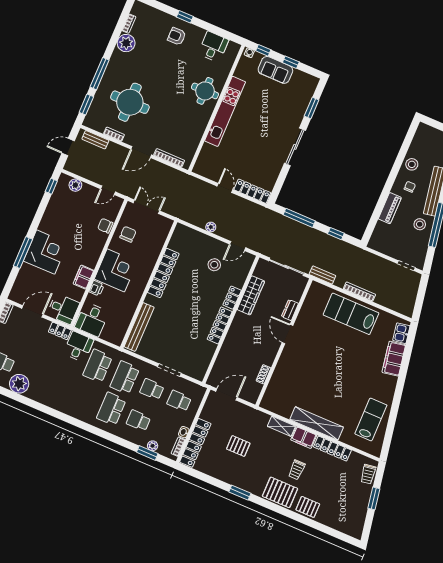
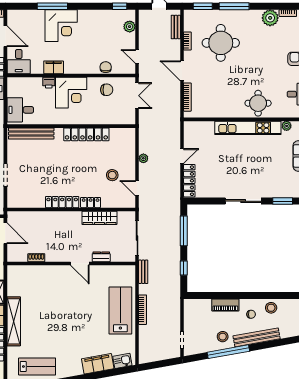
plant: (239, 72) -> (287, 126), added
desk: (92, 319) -> (20, 110), moved
door: (288, 334) -> (80, 263), swing flipped

